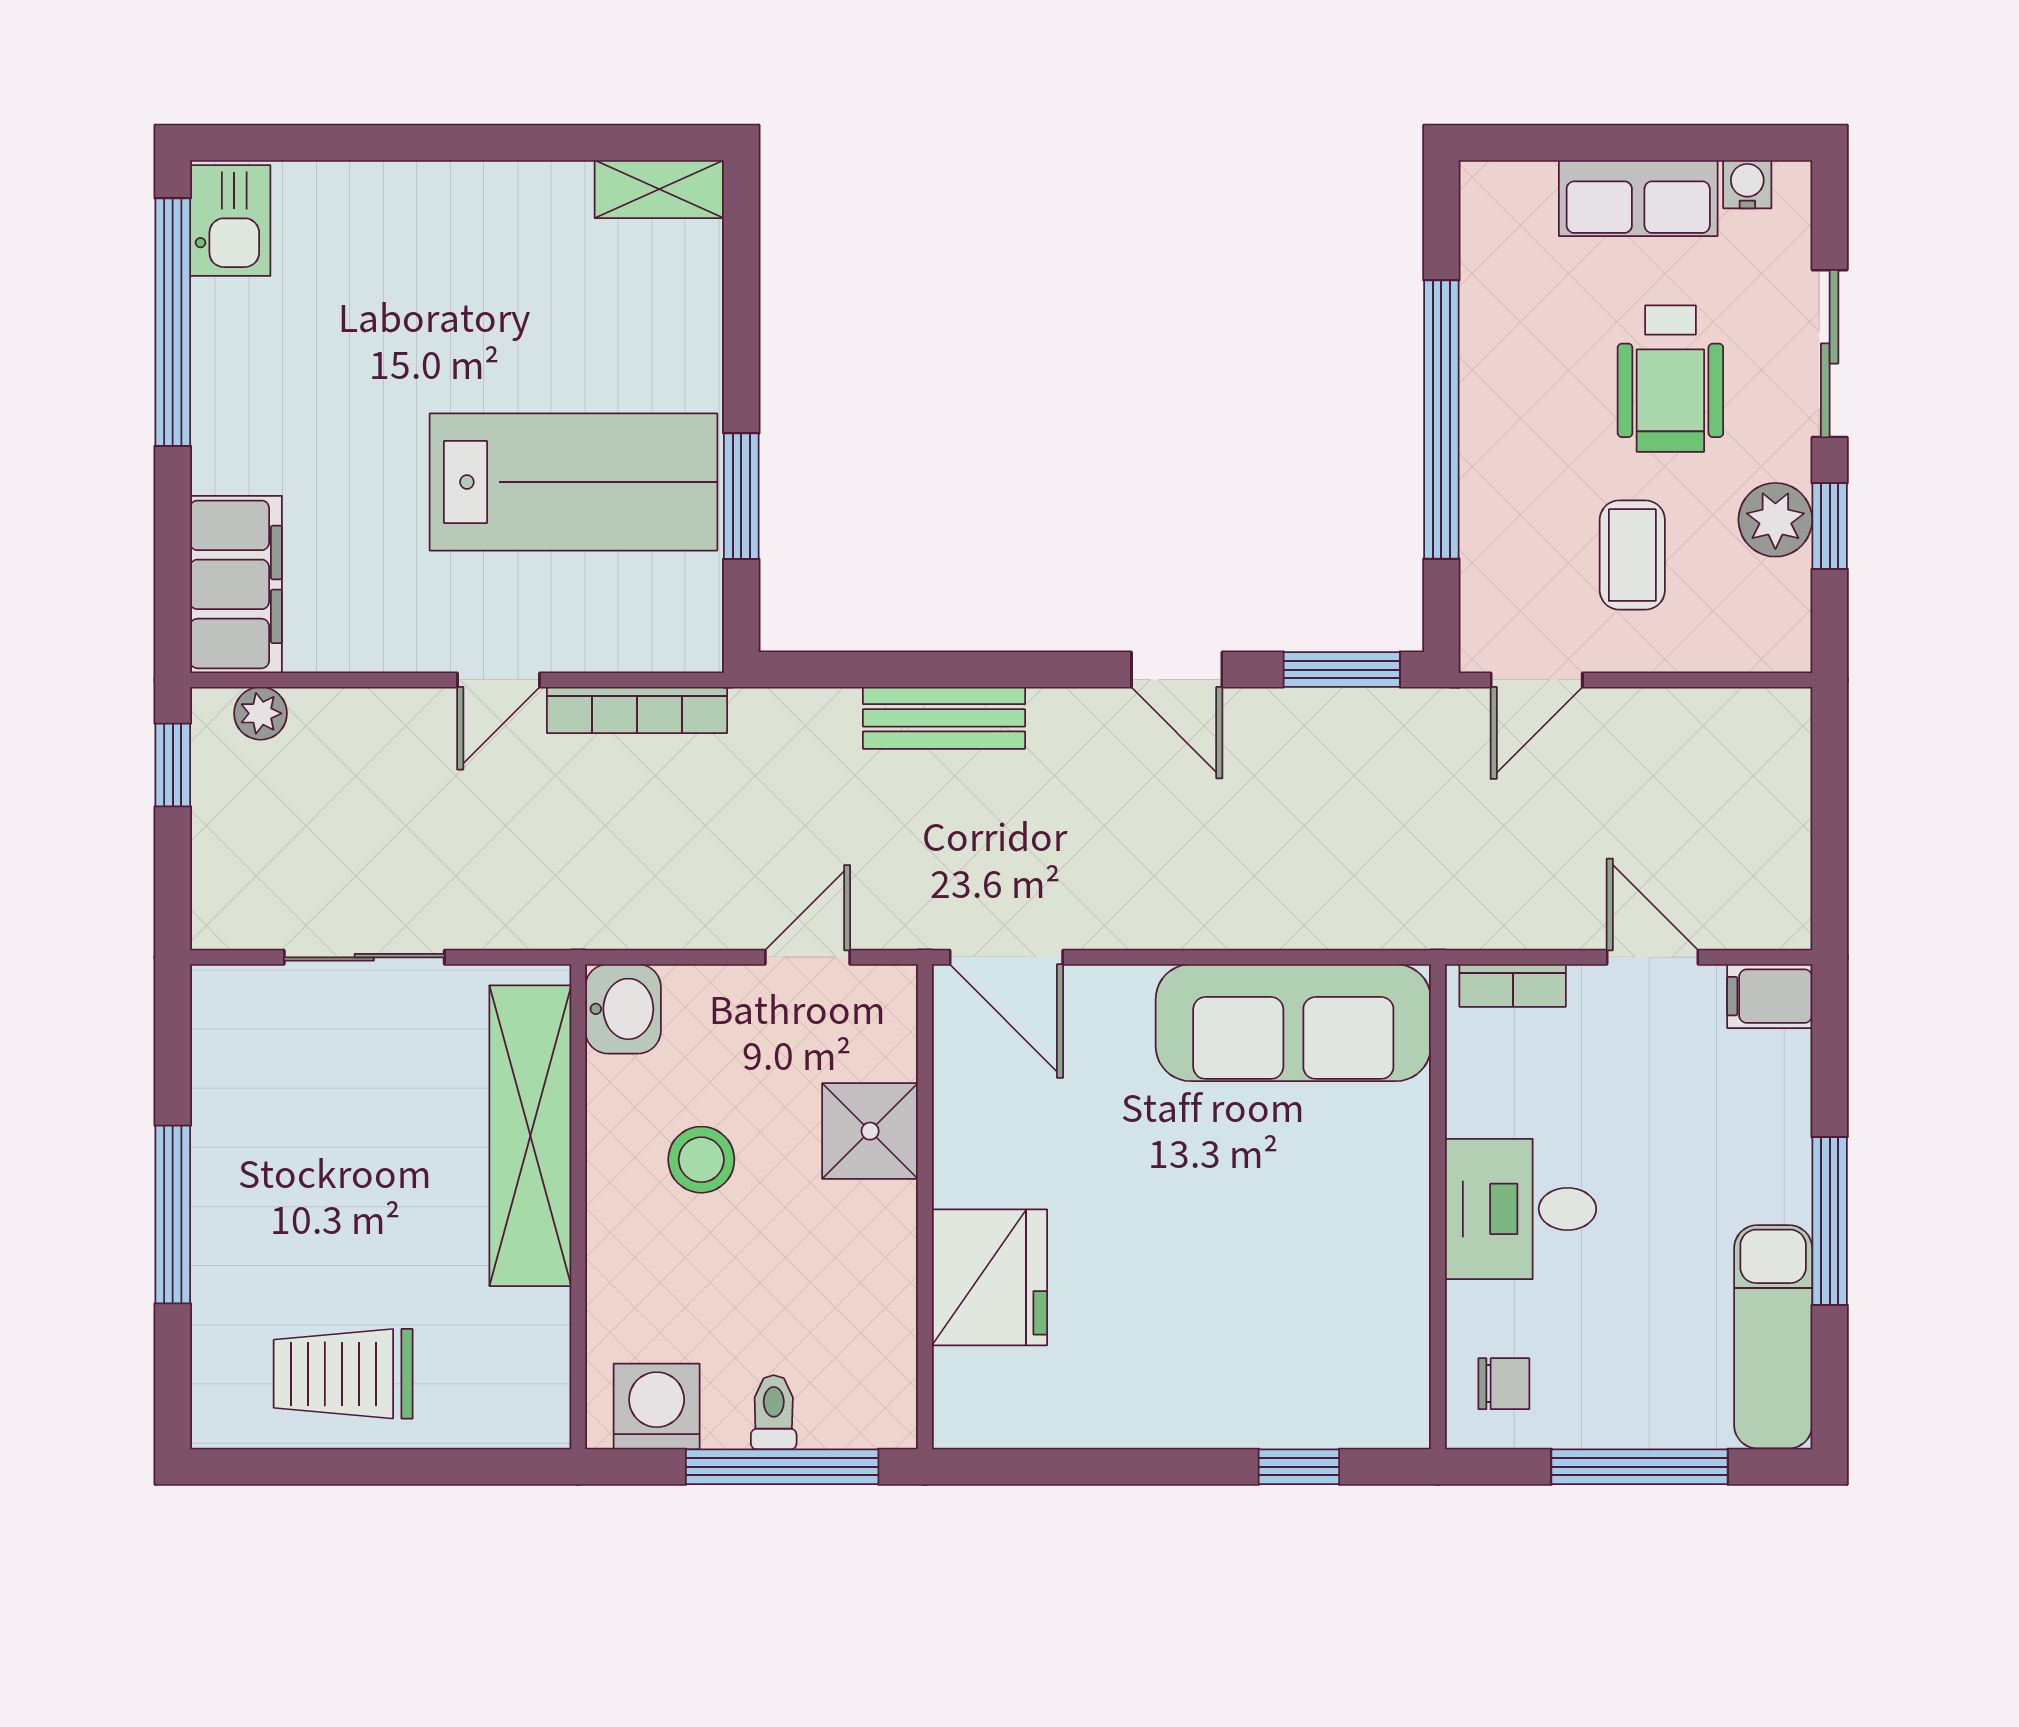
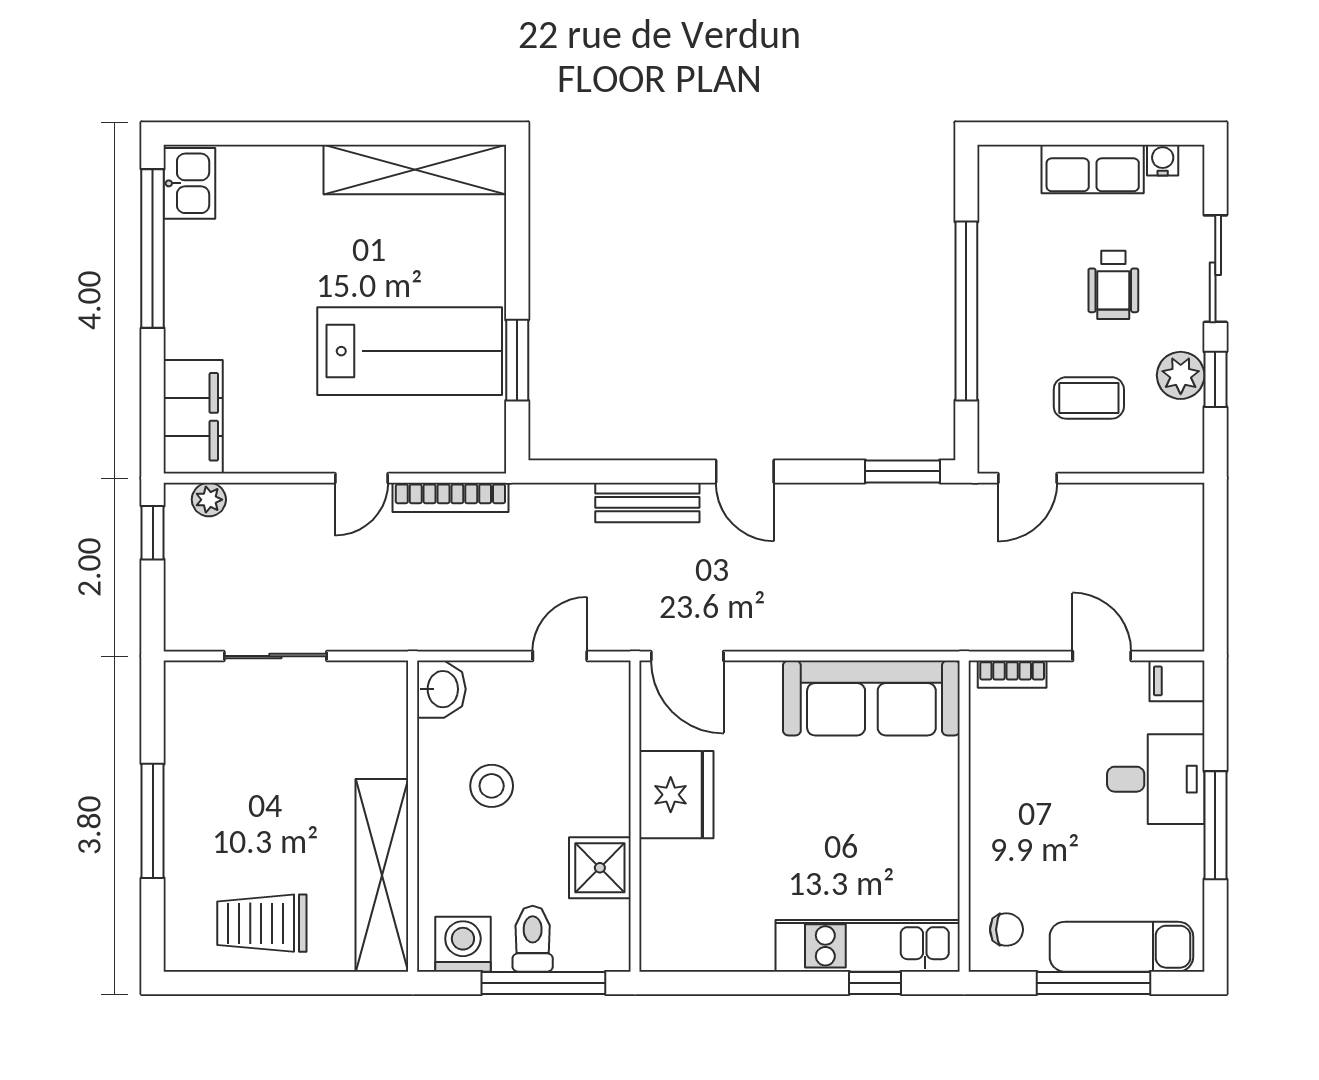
shelving: (659, 189) -> (415, 169), width x2.20, depth x1.33
wheelchair: (1670, 379) -> (1113, 285), width x0.73, depth x0.73
coffee table: (1632, 555) -> (1089, 398), turned 90
door: (1177, 670) -> (745, 471), moved
shower: (870, 1131) -> (600, 868), moved
shelving: (530, 1136) -> (382, 875), moved
desk: (1521, 1209) -> (1156, 779), moved, turned 180
fridge: (989, 1277) -> (676, 795), moved
exam couch: (1773, 1337) -> (1121, 947), moved, turned 90
kitchen unit: (1287, 1409) -> (868, 946), added
toilet: (774, 1412) -> (533, 939), width x1.37, depth x1.39

